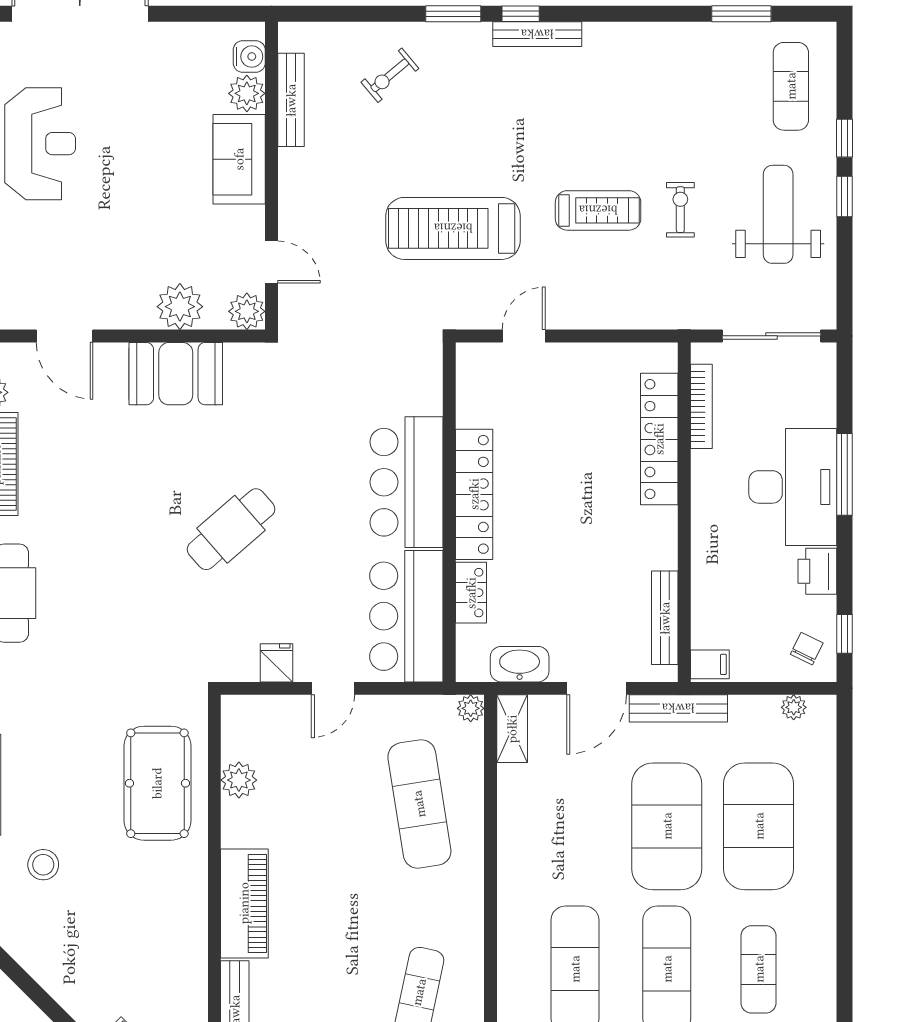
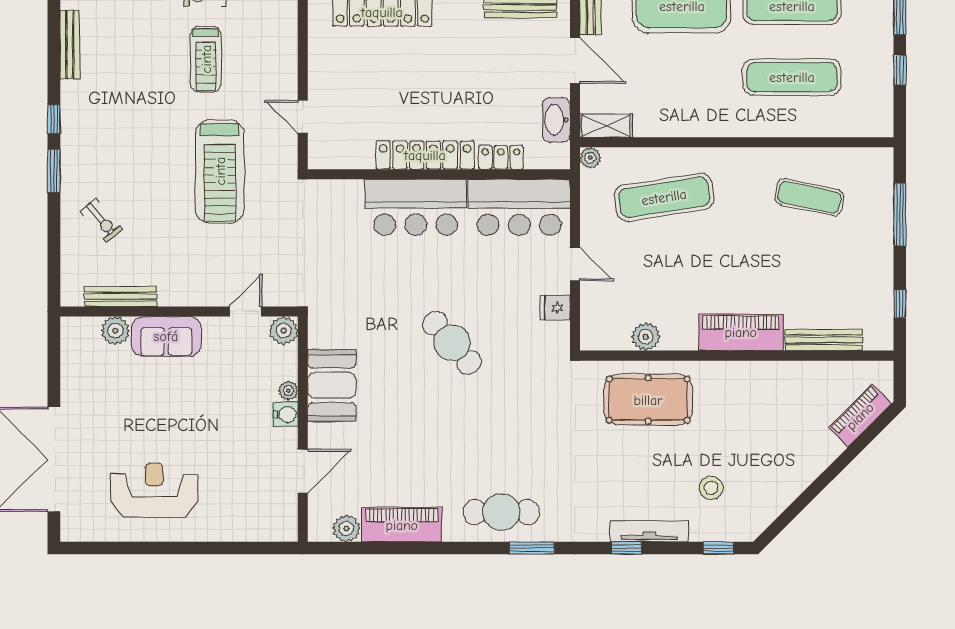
bench: (537, 34) -> (70, 45), moved
water cooler: (249, 57) -> (286, 414), moved, turned 90
treadmill: (598, 210) -> (206, 59), turned 180
plant: (180, 307) -> (288, 391), width x0.53, depth x0.53

